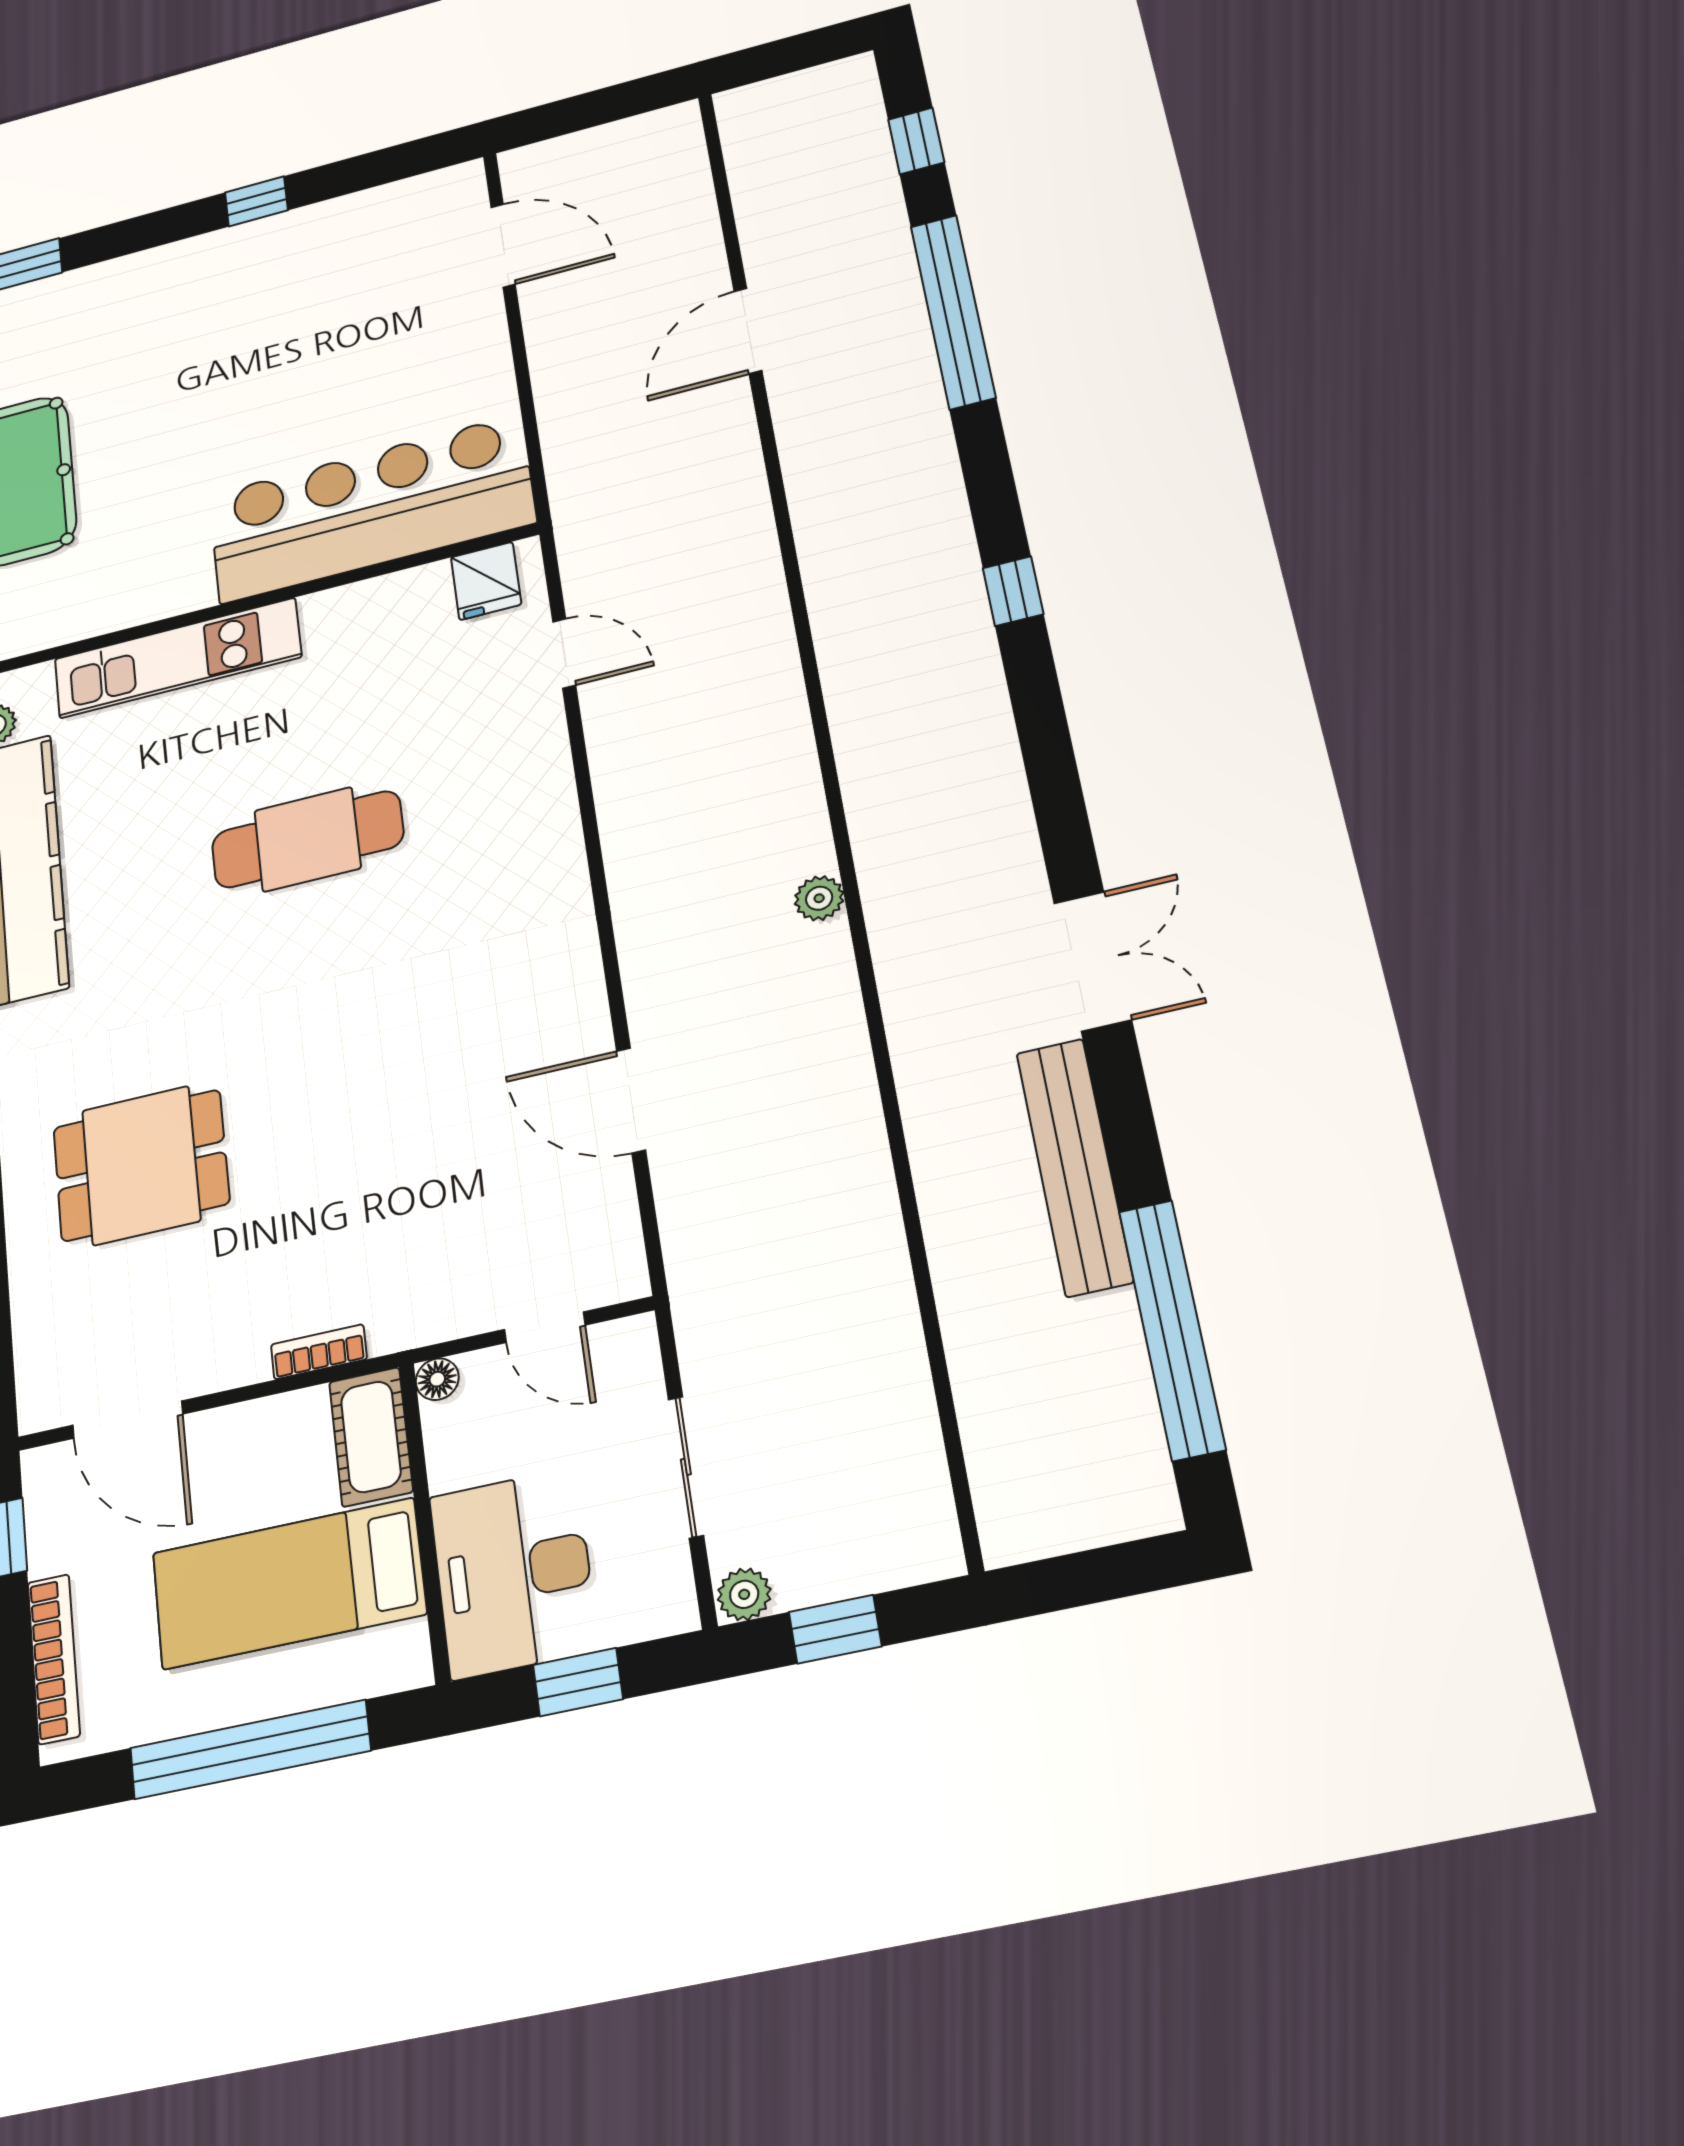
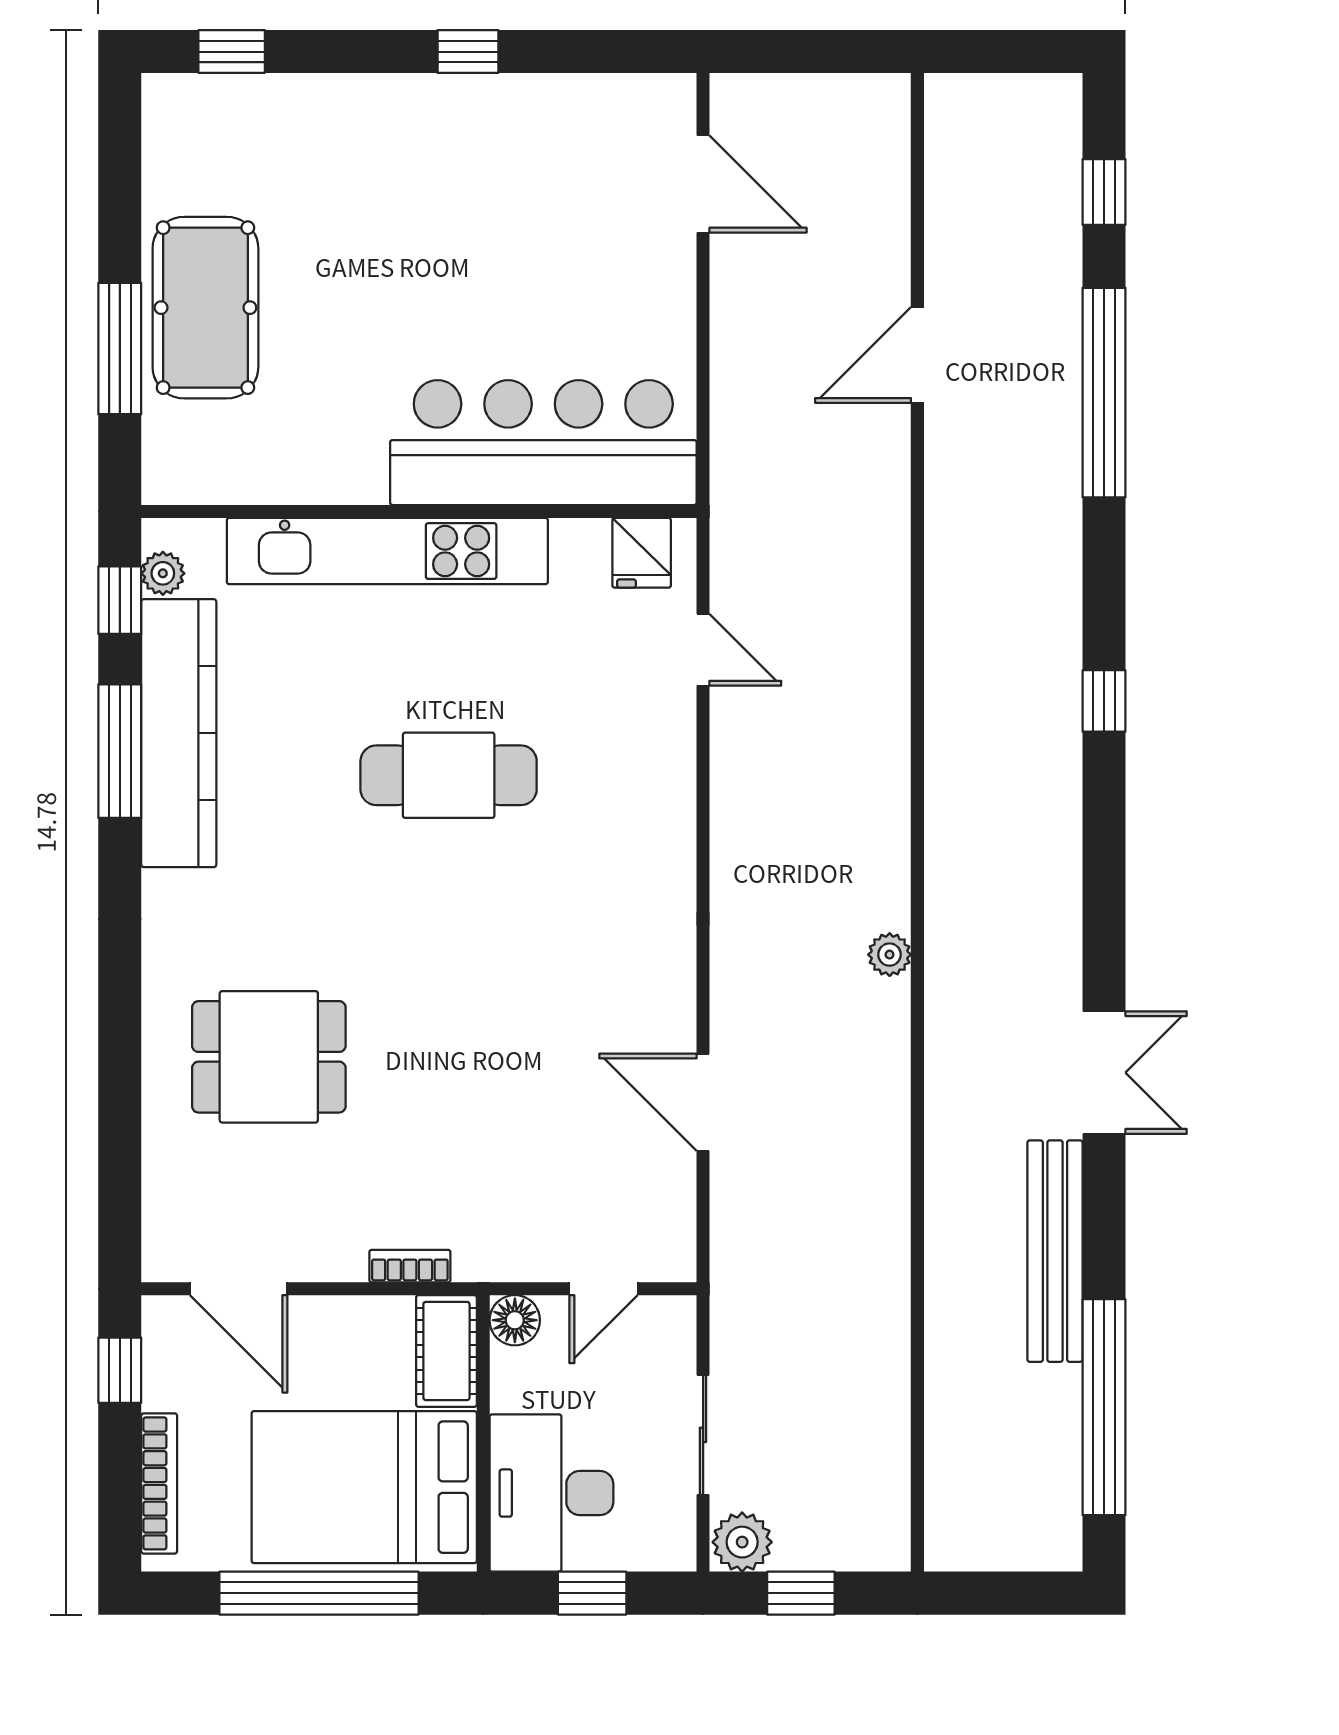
kitchen unit: (177, 658) -> (387, 551), width x1.36
door: (545, 1327) -> (604, 1289), hinge flipped
floor lamp: (437, 1379) -> (515, 1320), width x1.37, depth x1.37
bed: (288, 1584) -> (364, 1487), width x1.50
plant: (744, 1594) -> (742, 1542), width x1.38, depth x1.38

